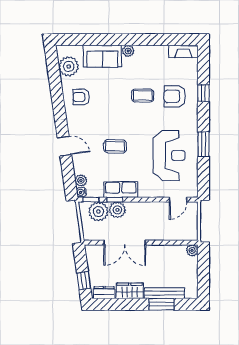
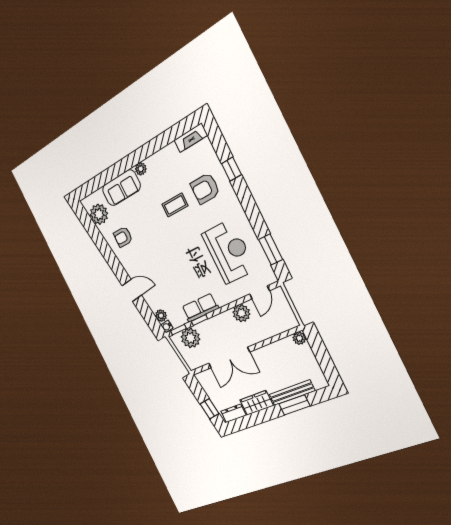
window: (203, 144) -> (271, 249), moved
coffee table: (115, 146) -> (175, 268), removed
plant: (117, 210) -> (241, 313), moved

